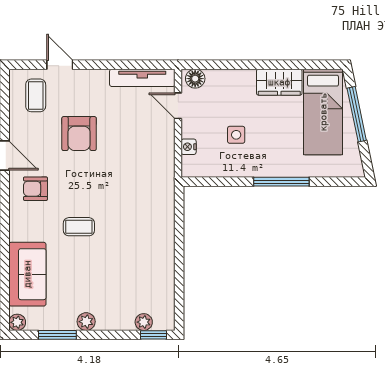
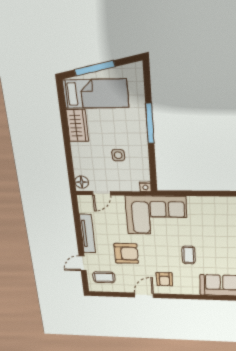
tv unit: (142, 78) -> (87, 234), moved
nightstand: (189, 147) -> (145, 187), moved
corner sofa: (144, 183) -> (156, 215), added

